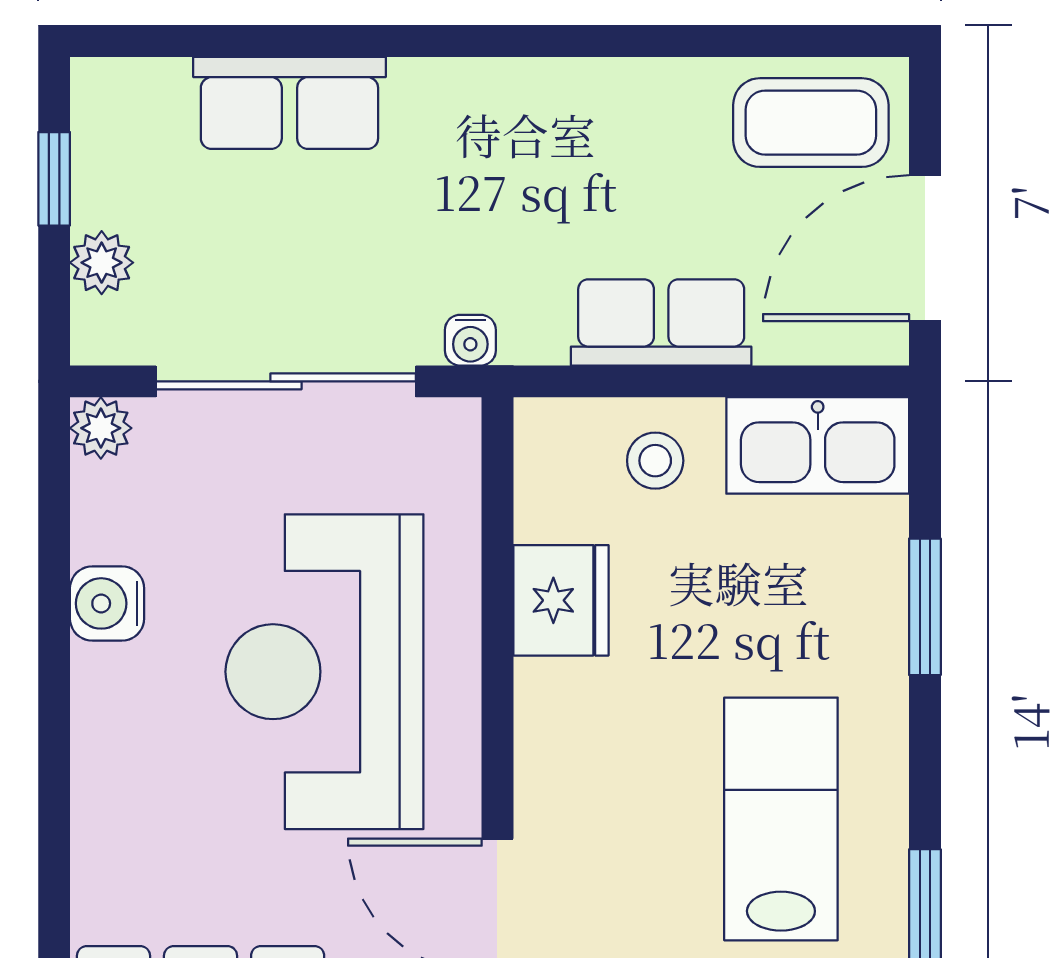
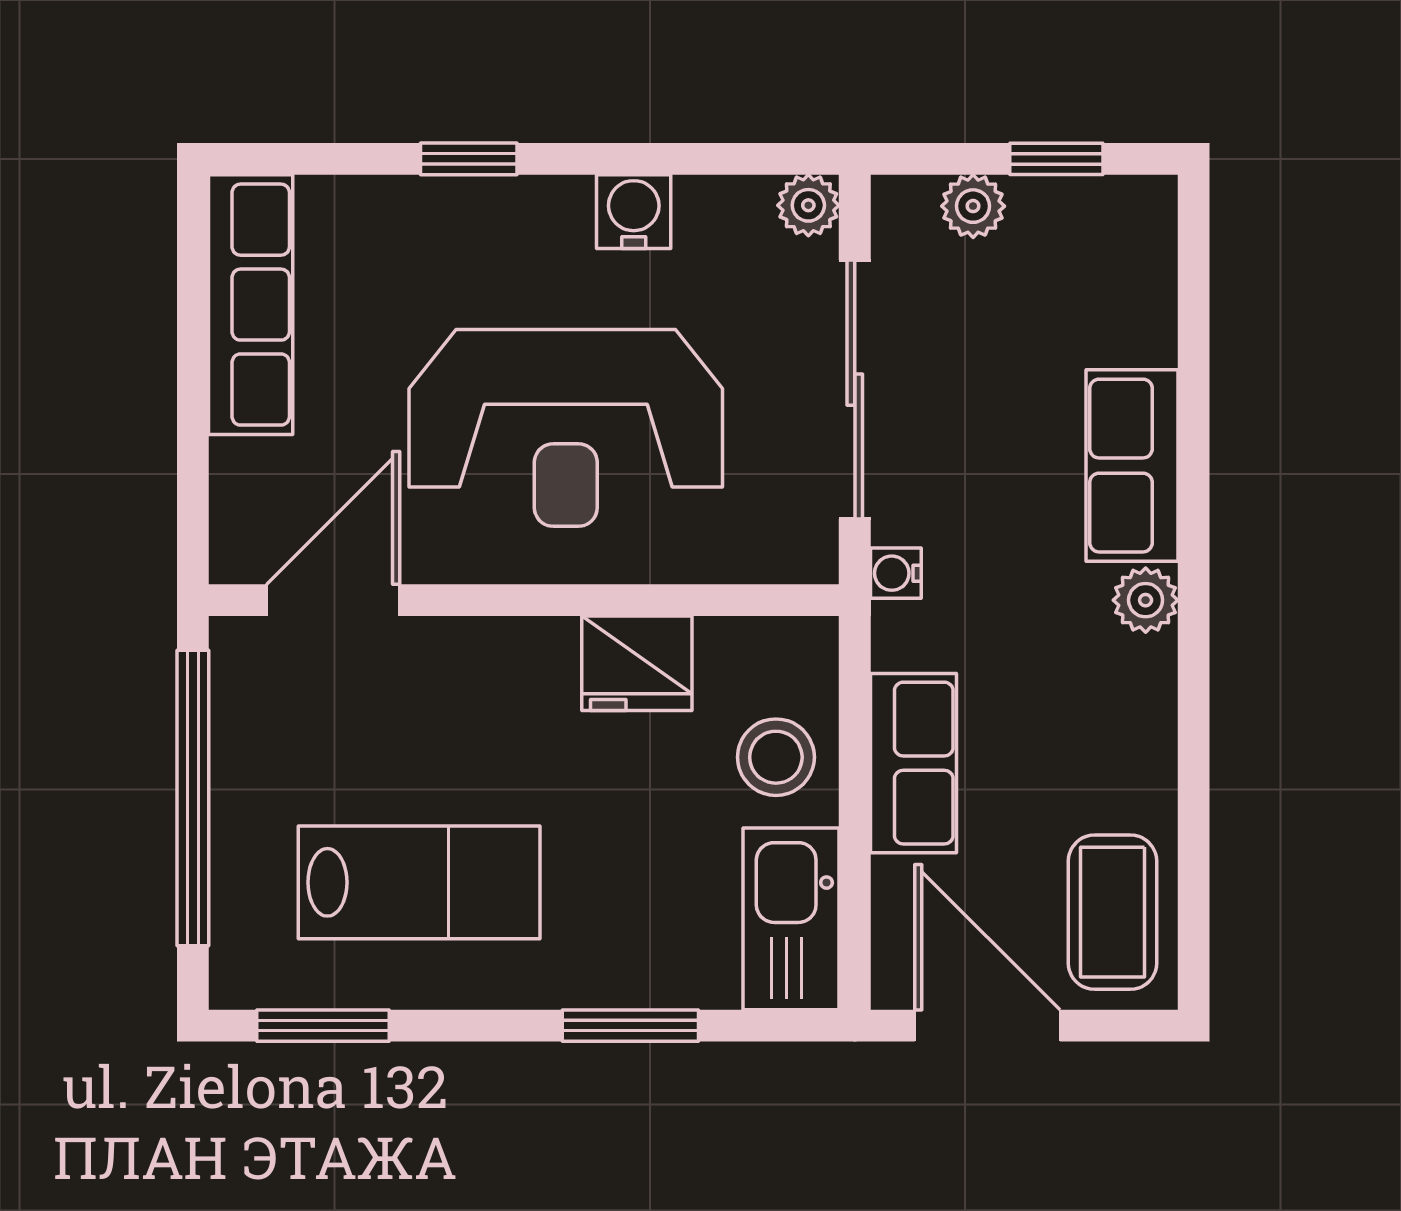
plant: (497, 89) -> (1146, 600), added
row of seats: (289, 103) -> (1132, 466), moved
stool: (655, 461) -> (776, 757), width x1.37, depth x1.37
reception desk: (324, 672) -> (566, 428), turned 180
window: (54, 769) -> (469, 159), added

